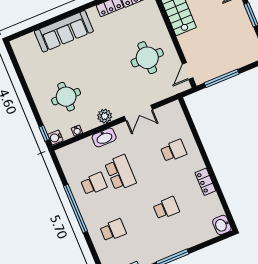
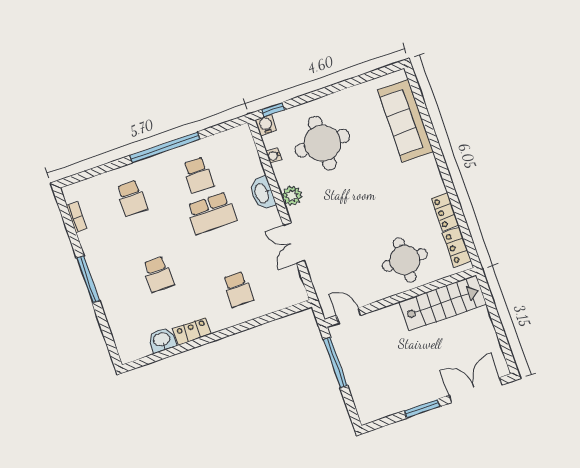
sofa: (64, 31) -> (405, 121), moved
round table: (147, 58) -> (405, 260), moved
round table: (66, 97) -> (322, 143), width x1.36, depth x1.36
washbasin: (222, 225) -> (162, 340), moved

